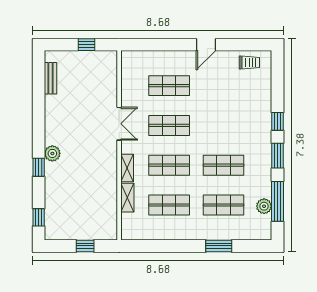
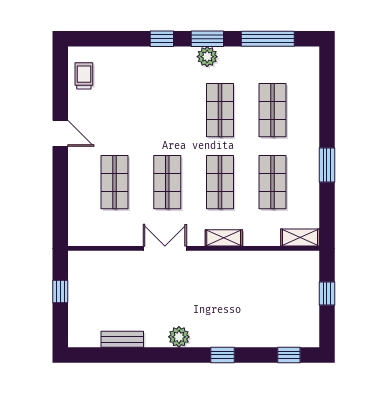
bench: (51, 78) -> (122, 339), moved
plant: (52, 153) -> (179, 337), moved
shelving: (127, 198) -> (300, 238), moved
plant: (264, 206) -> (207, 57), moved
window: (219, 246) -> (327, 165), moved

